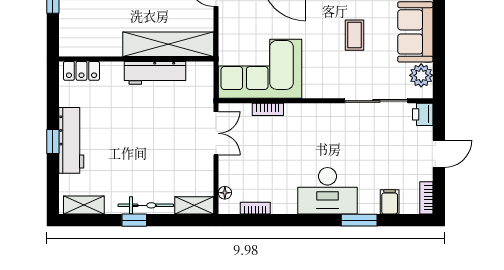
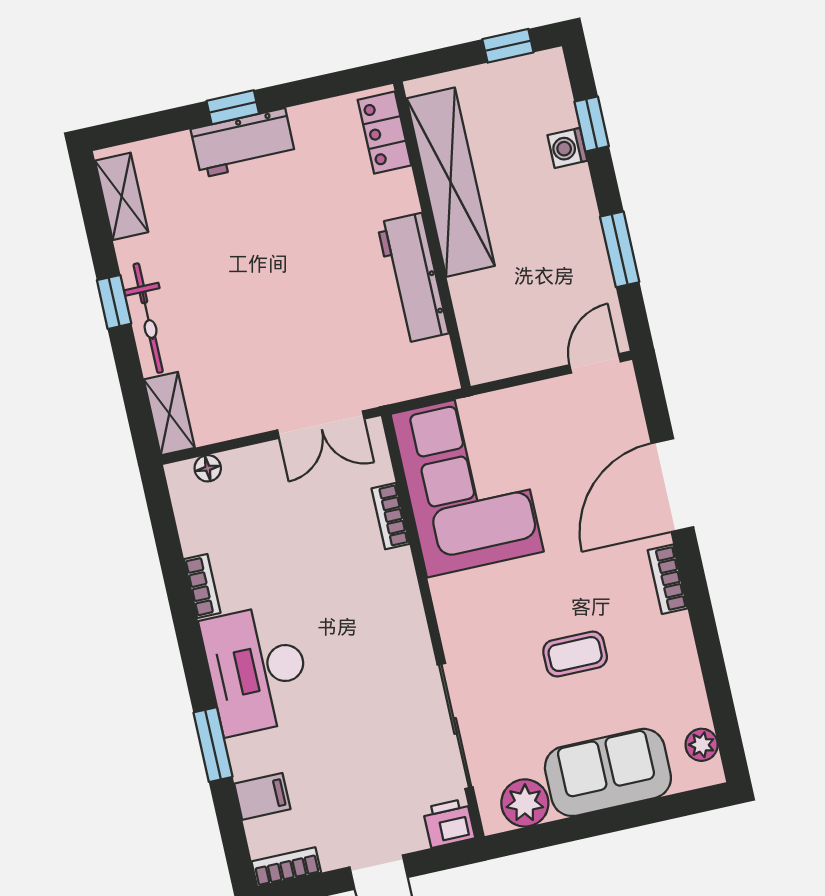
shelving: (168, 44) -> (451, 182), moved
workbench: (71, 140) -> (243, 143), width x0.73
bookcase: (255, 208) -> (202, 586), moved

